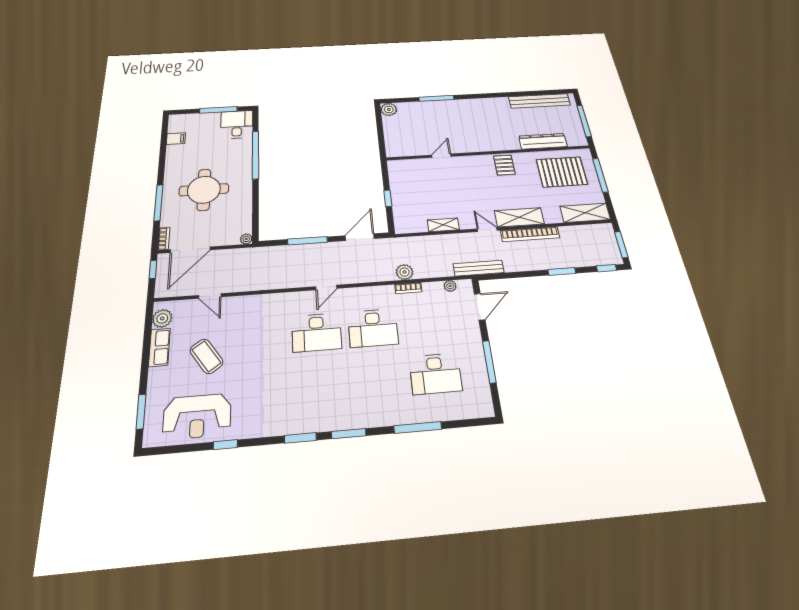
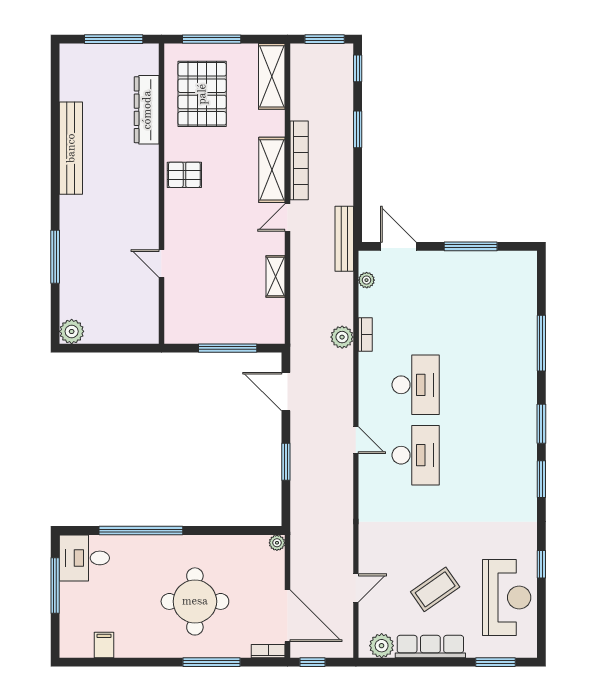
bench: (539, 101) -> (71, 148), moved
window: (388, 198) -> (228, 348), width x2.17
window: (307, 241) -> (286, 462), width x0.69
row of seats: (159, 347) -> (430, 647), width x1.48
desk: (435, 374) -> (480, 314), removed

